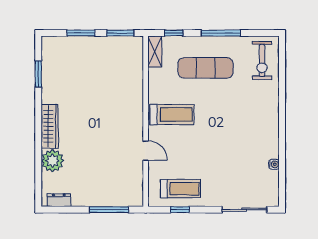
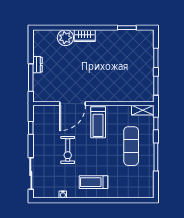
exercise bike: (262, 60) -> (68, 150), moved, turned -90
wardrobe: (50, 126) -> (85, 36), width x0.67
door: (146, 151) -> (73, 104), width x1.87
treadmill: (181, 189) -> (94, 182), moved, turned 90
dresser: (59, 200) -> (37, 65), moved

